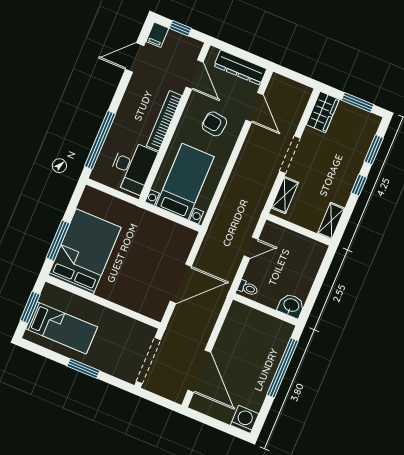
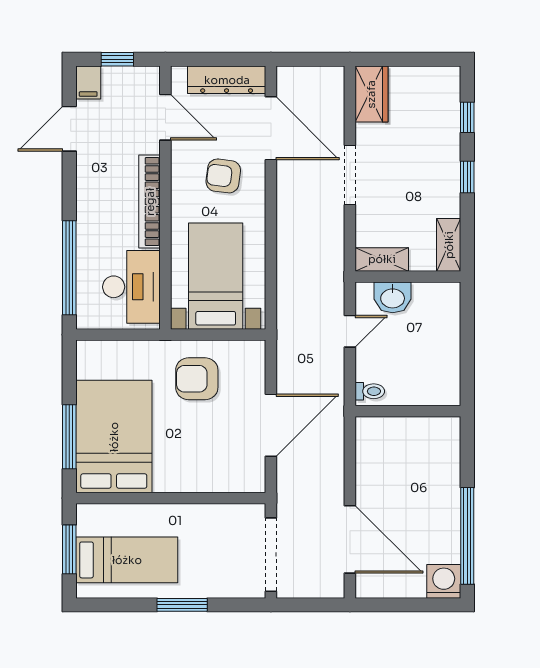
window: (358, 102) -> (416, 59), removed
door: (254, 107) -> (271, 128), width x1.36
window: (374, 150) -> (467, 117), width x0.67
shelving: (285, 195) -> (382, 259), moved, turned 90
armchair: (148, 238) -> (197, 379), added
washbasin: (291, 306) -> (393, 297), moved, turned 180
window: (282, 368) -> (467, 536), moved

